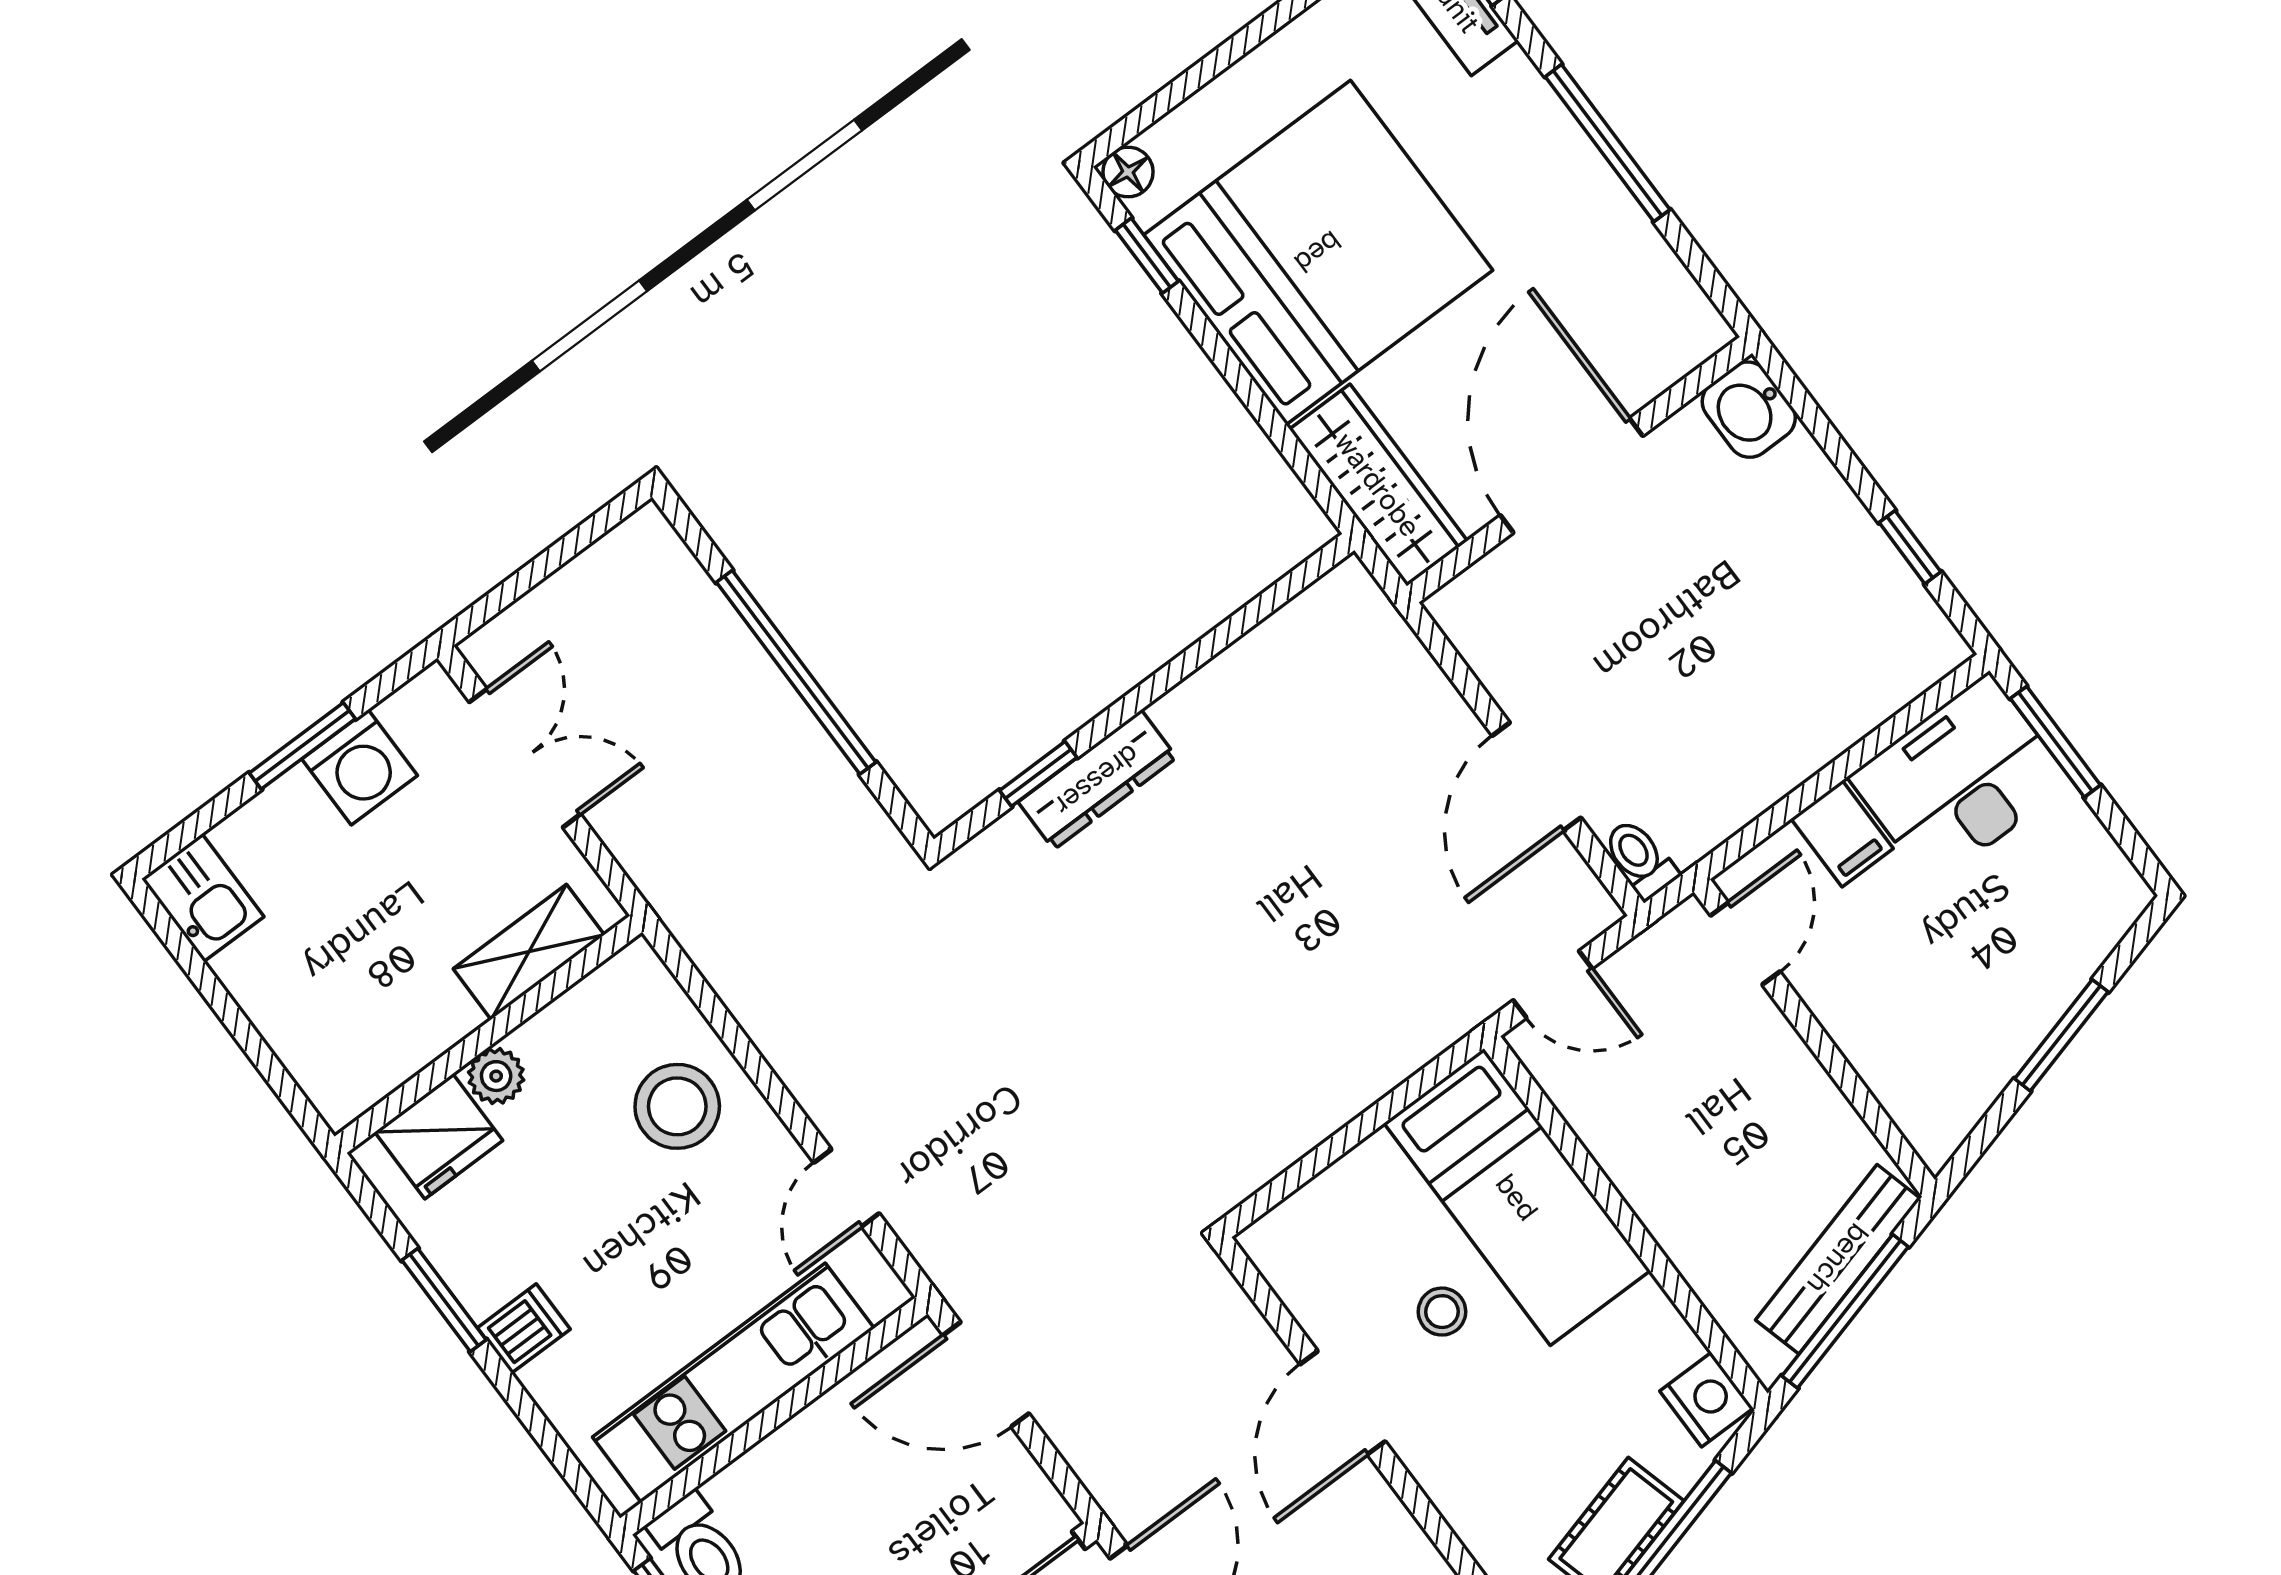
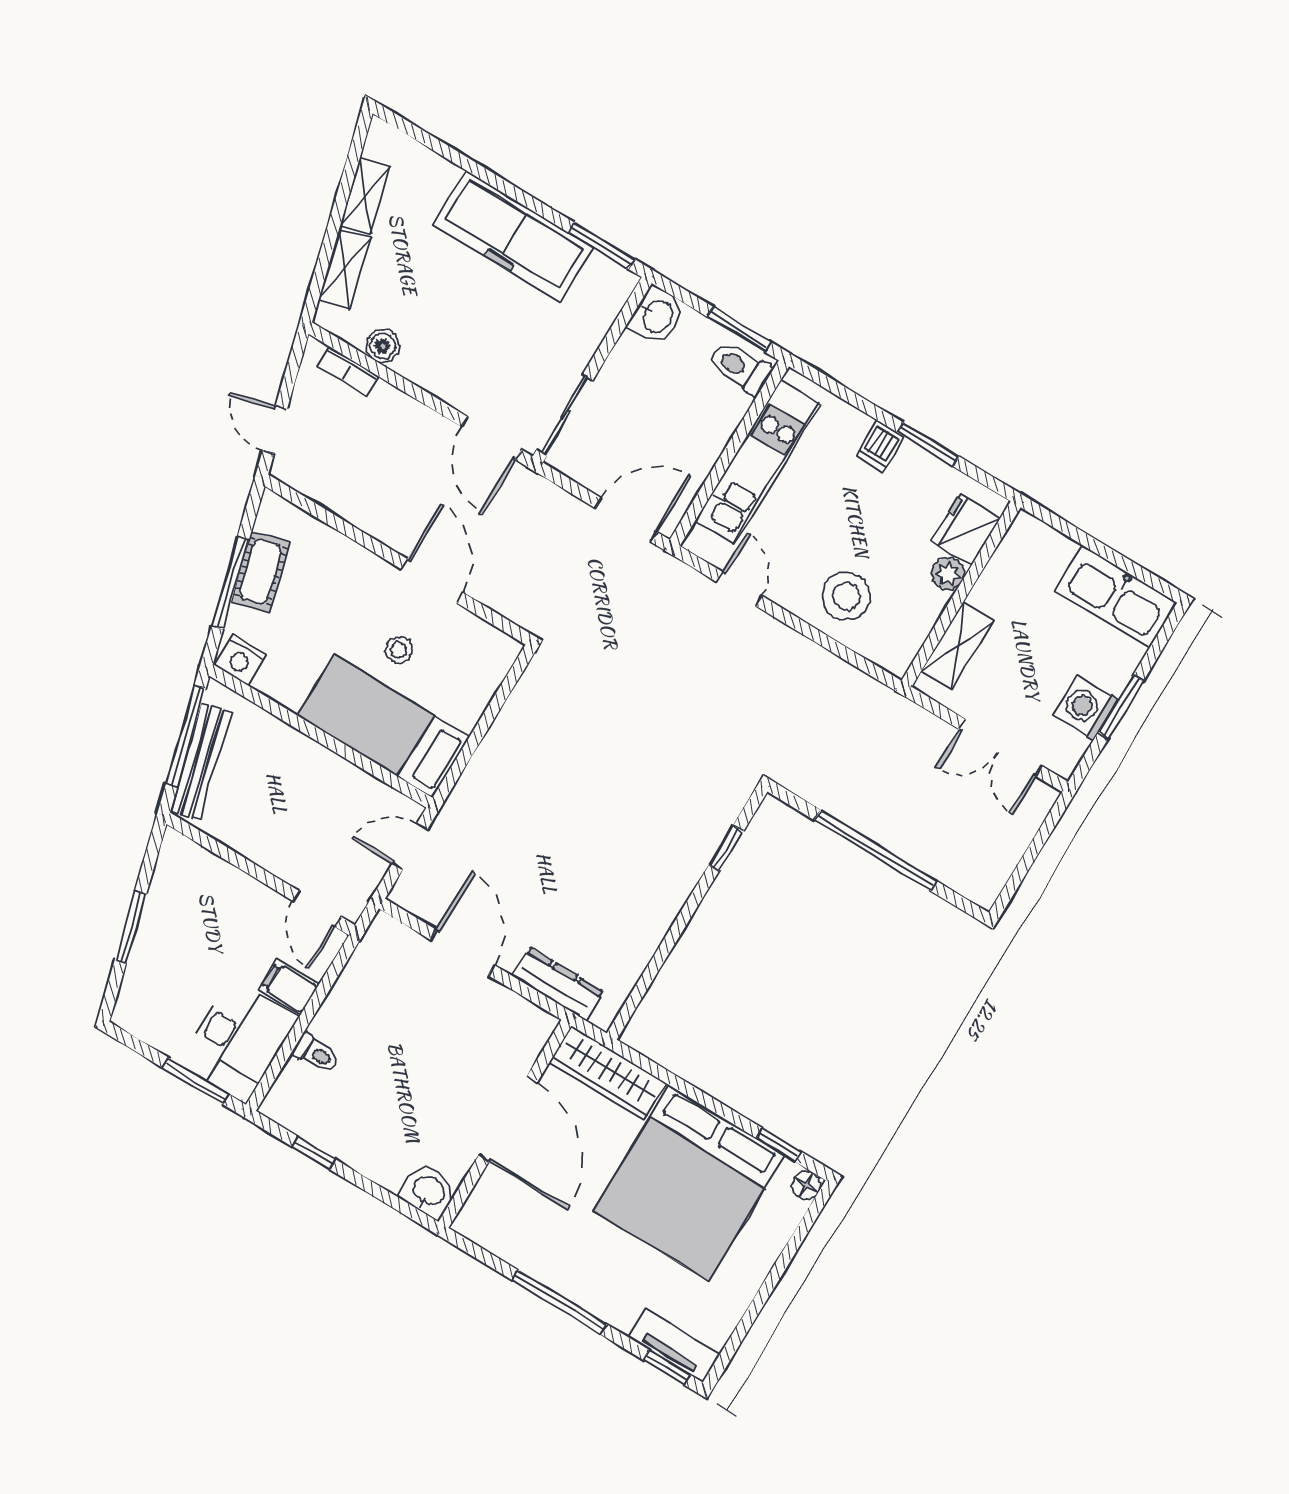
dresser: (1097, 780) -> (558, 984), moved, turned 90
toilet: (1640, 859) -> (316, 1054), moved
kitchen sink: (203, 898) -> (1116, 596), width x1.87, depth x1.24

